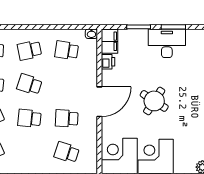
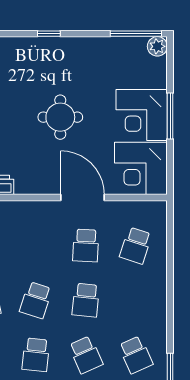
round table: (154, 101) -> (60, 117), turned -33
door: (99, 102) -> (83, 198), moved

